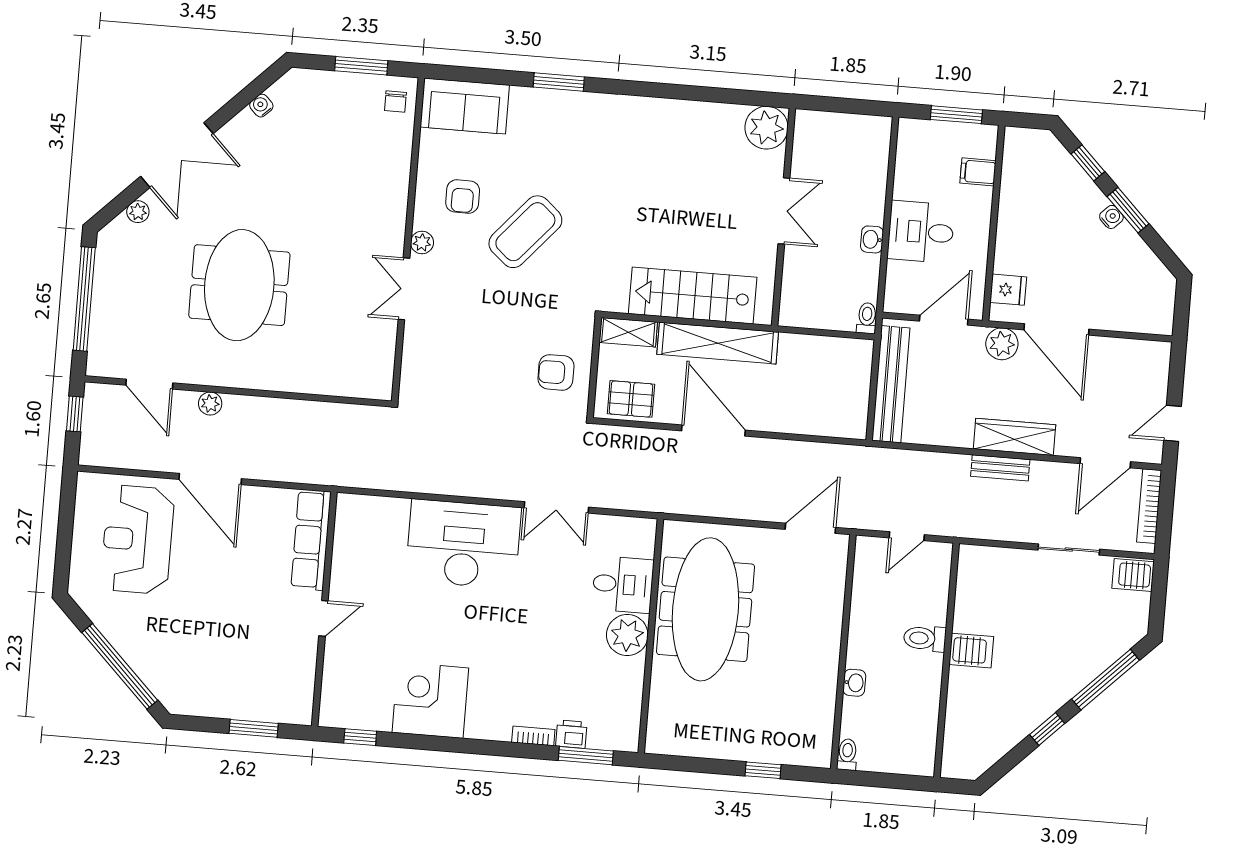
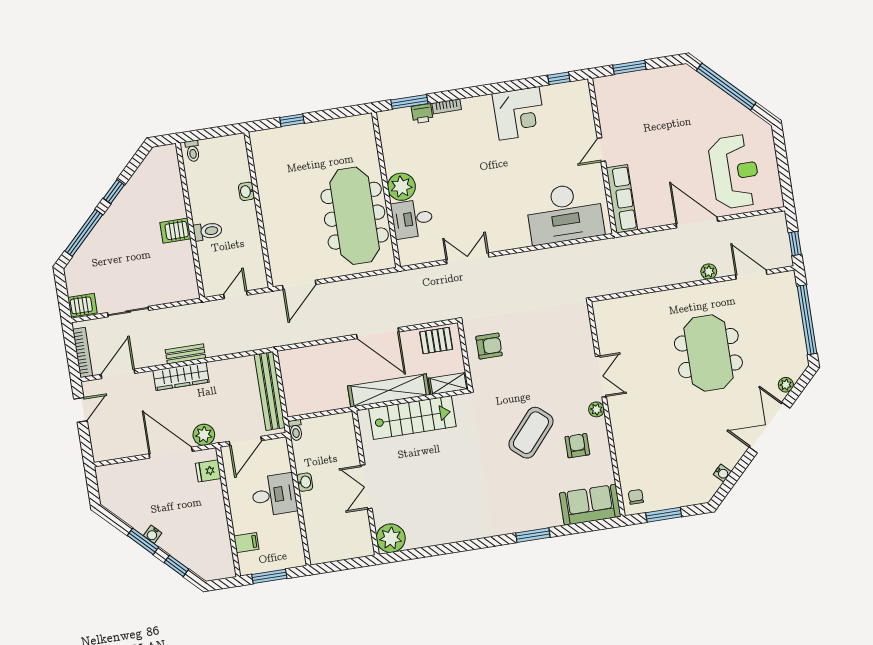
desk: (463, 544) -> (565, 213), moved
toilet: (847, 755) -> (193, 151), moved

